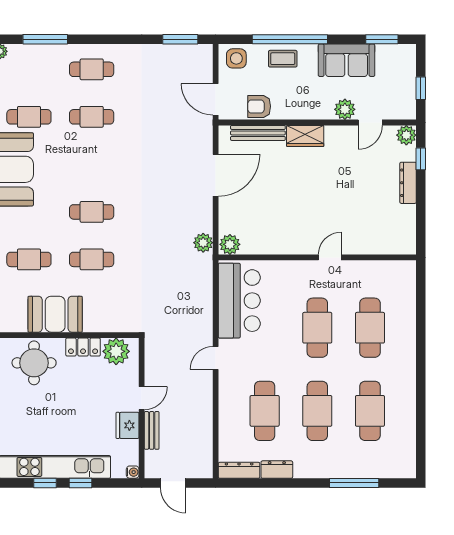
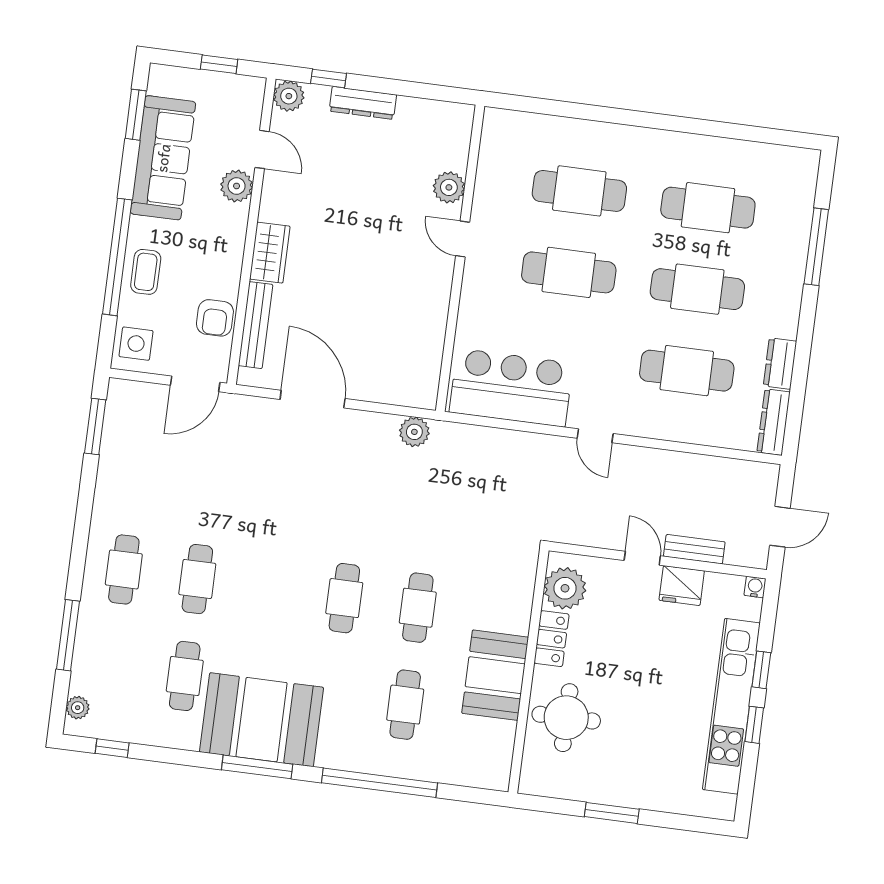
sofa: (347, 60) -> (163, 158), width x1.36
plant: (230, 244) -> (449, 187), moved

